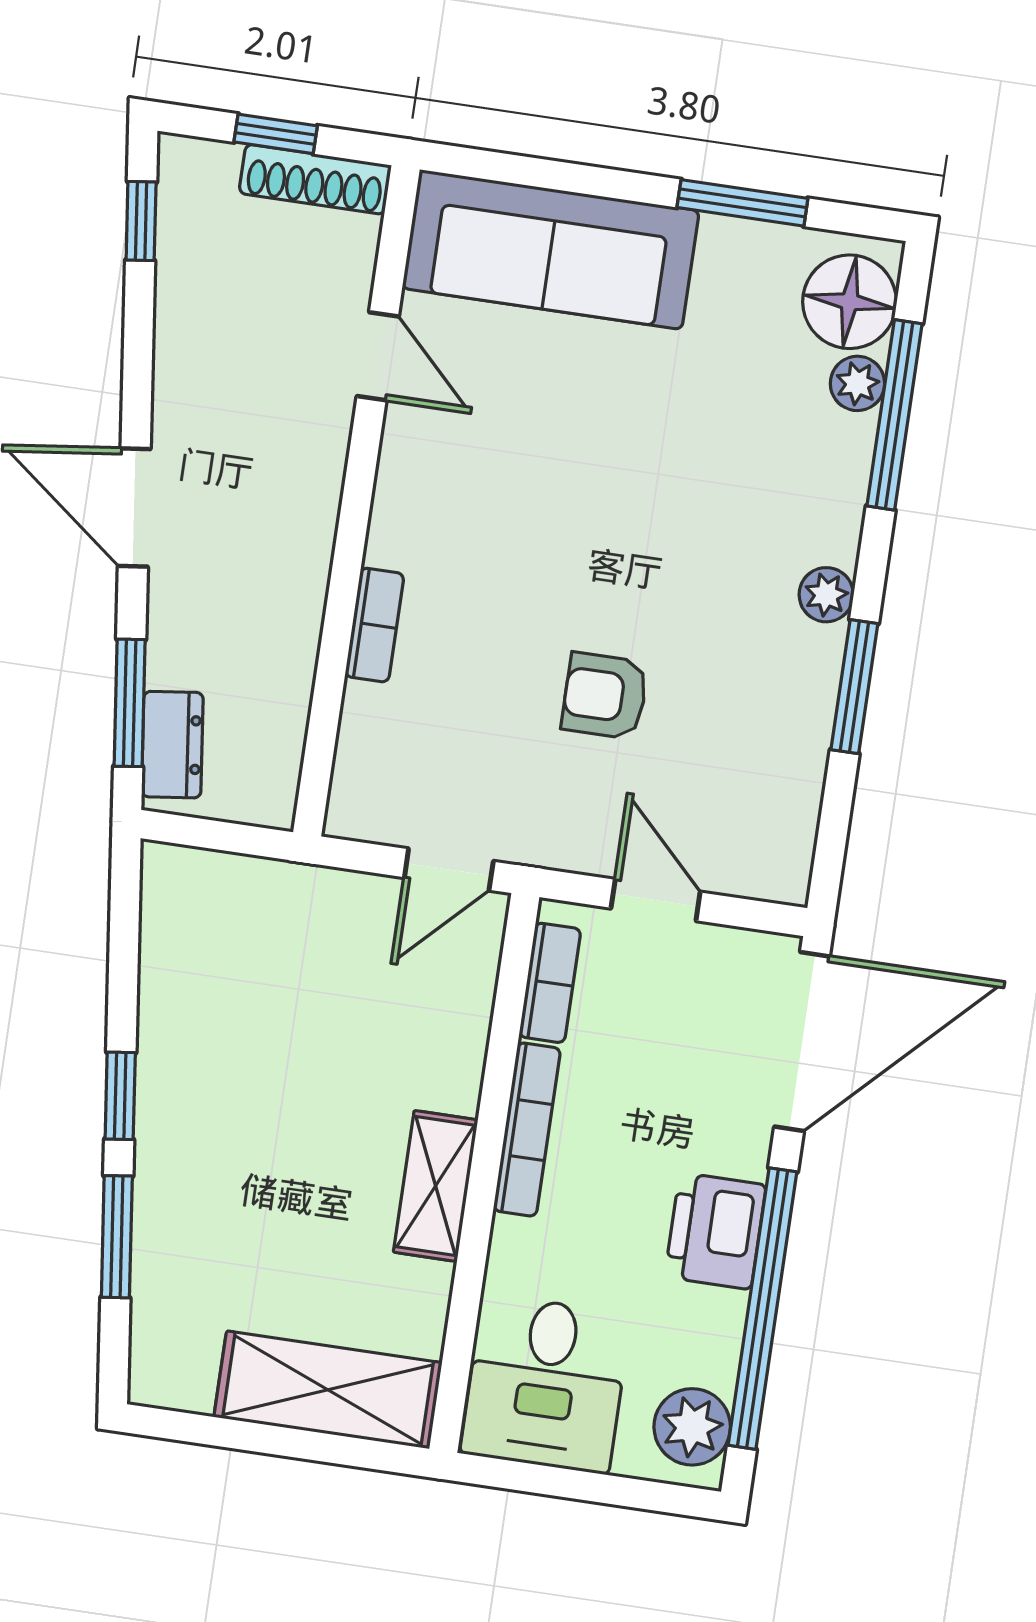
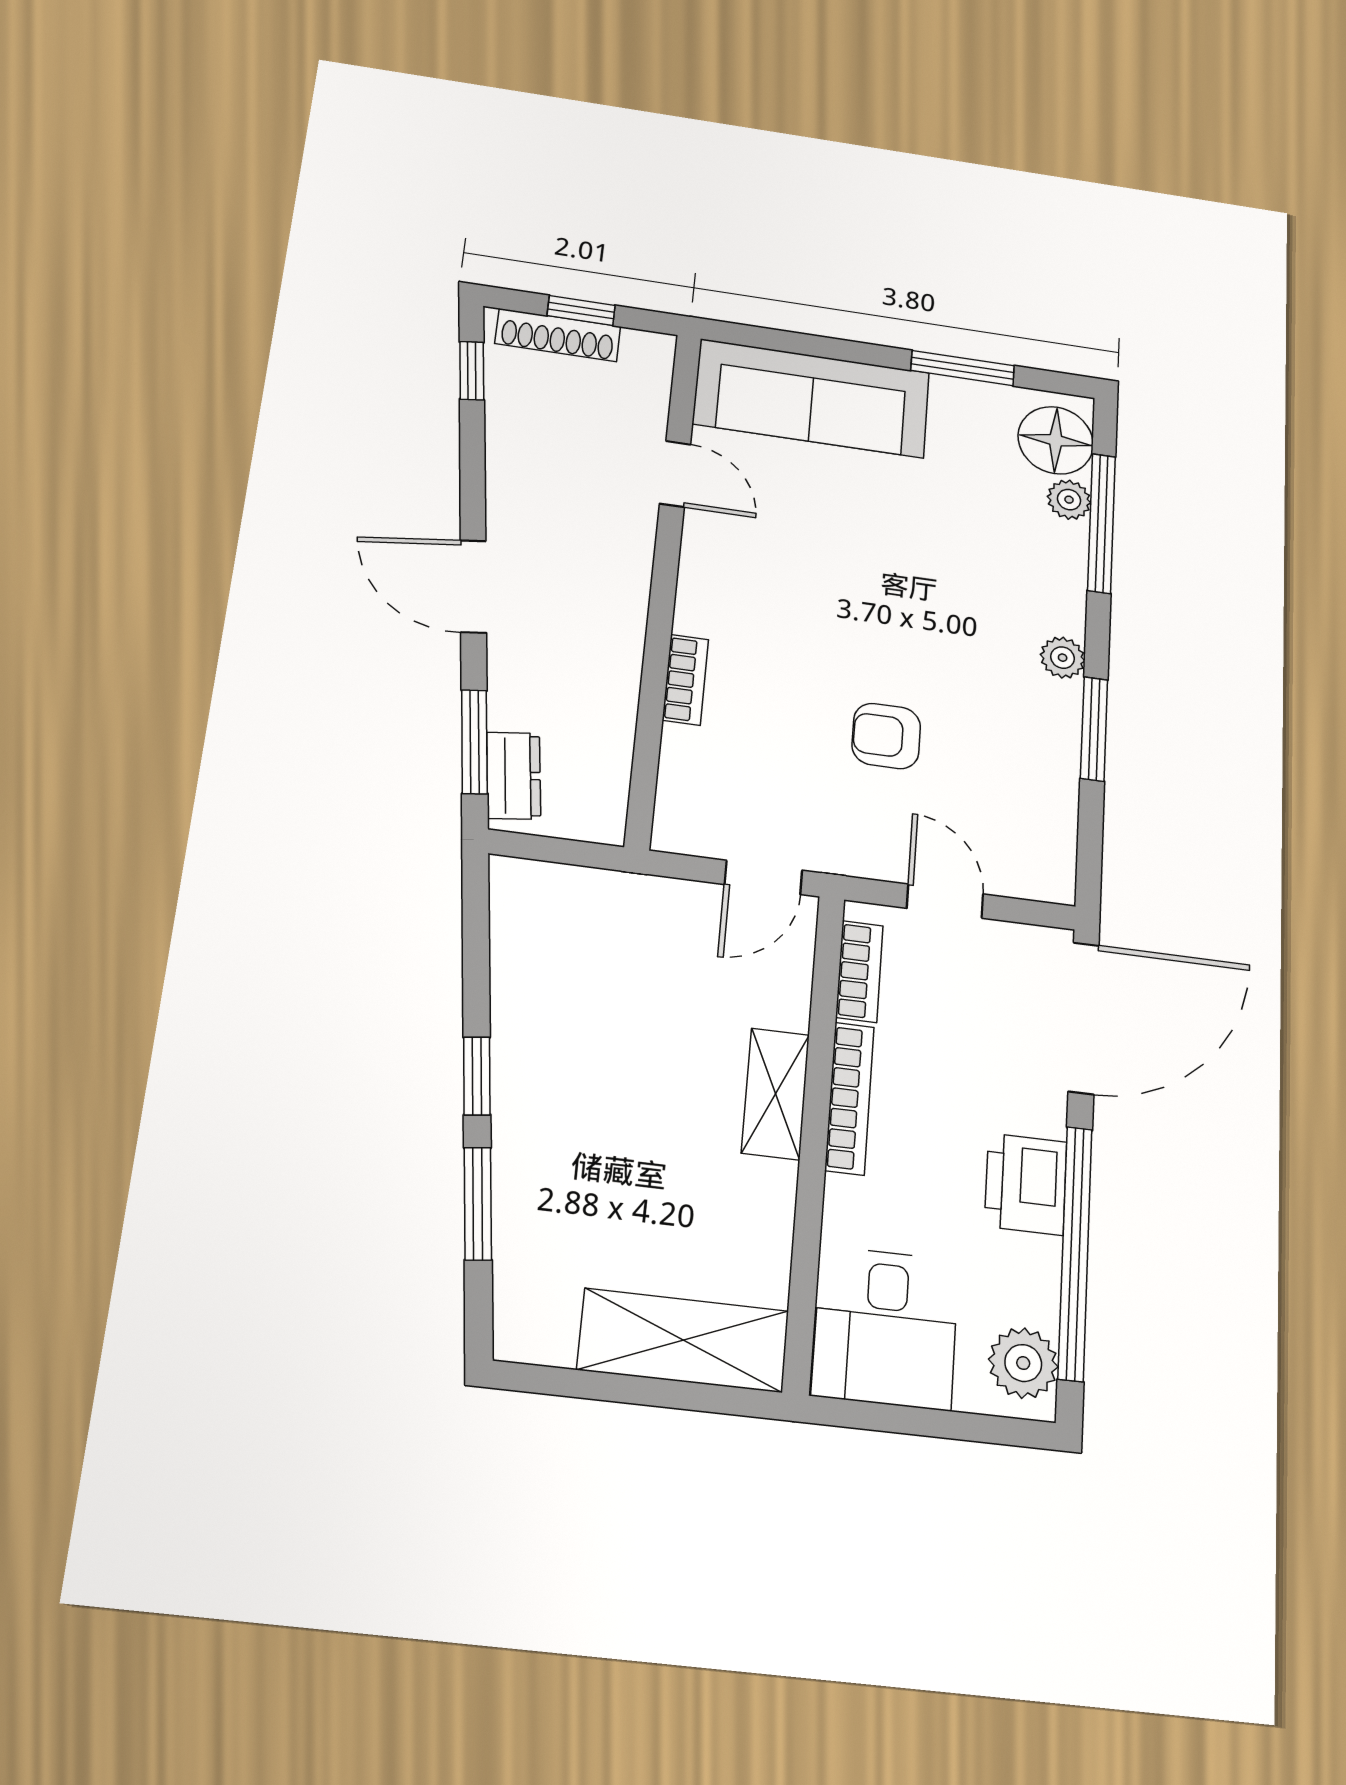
shoe rack: (315, 179) -> (558, 335), moved
shelving: (436, 1186) -> (775, 1094), moved

